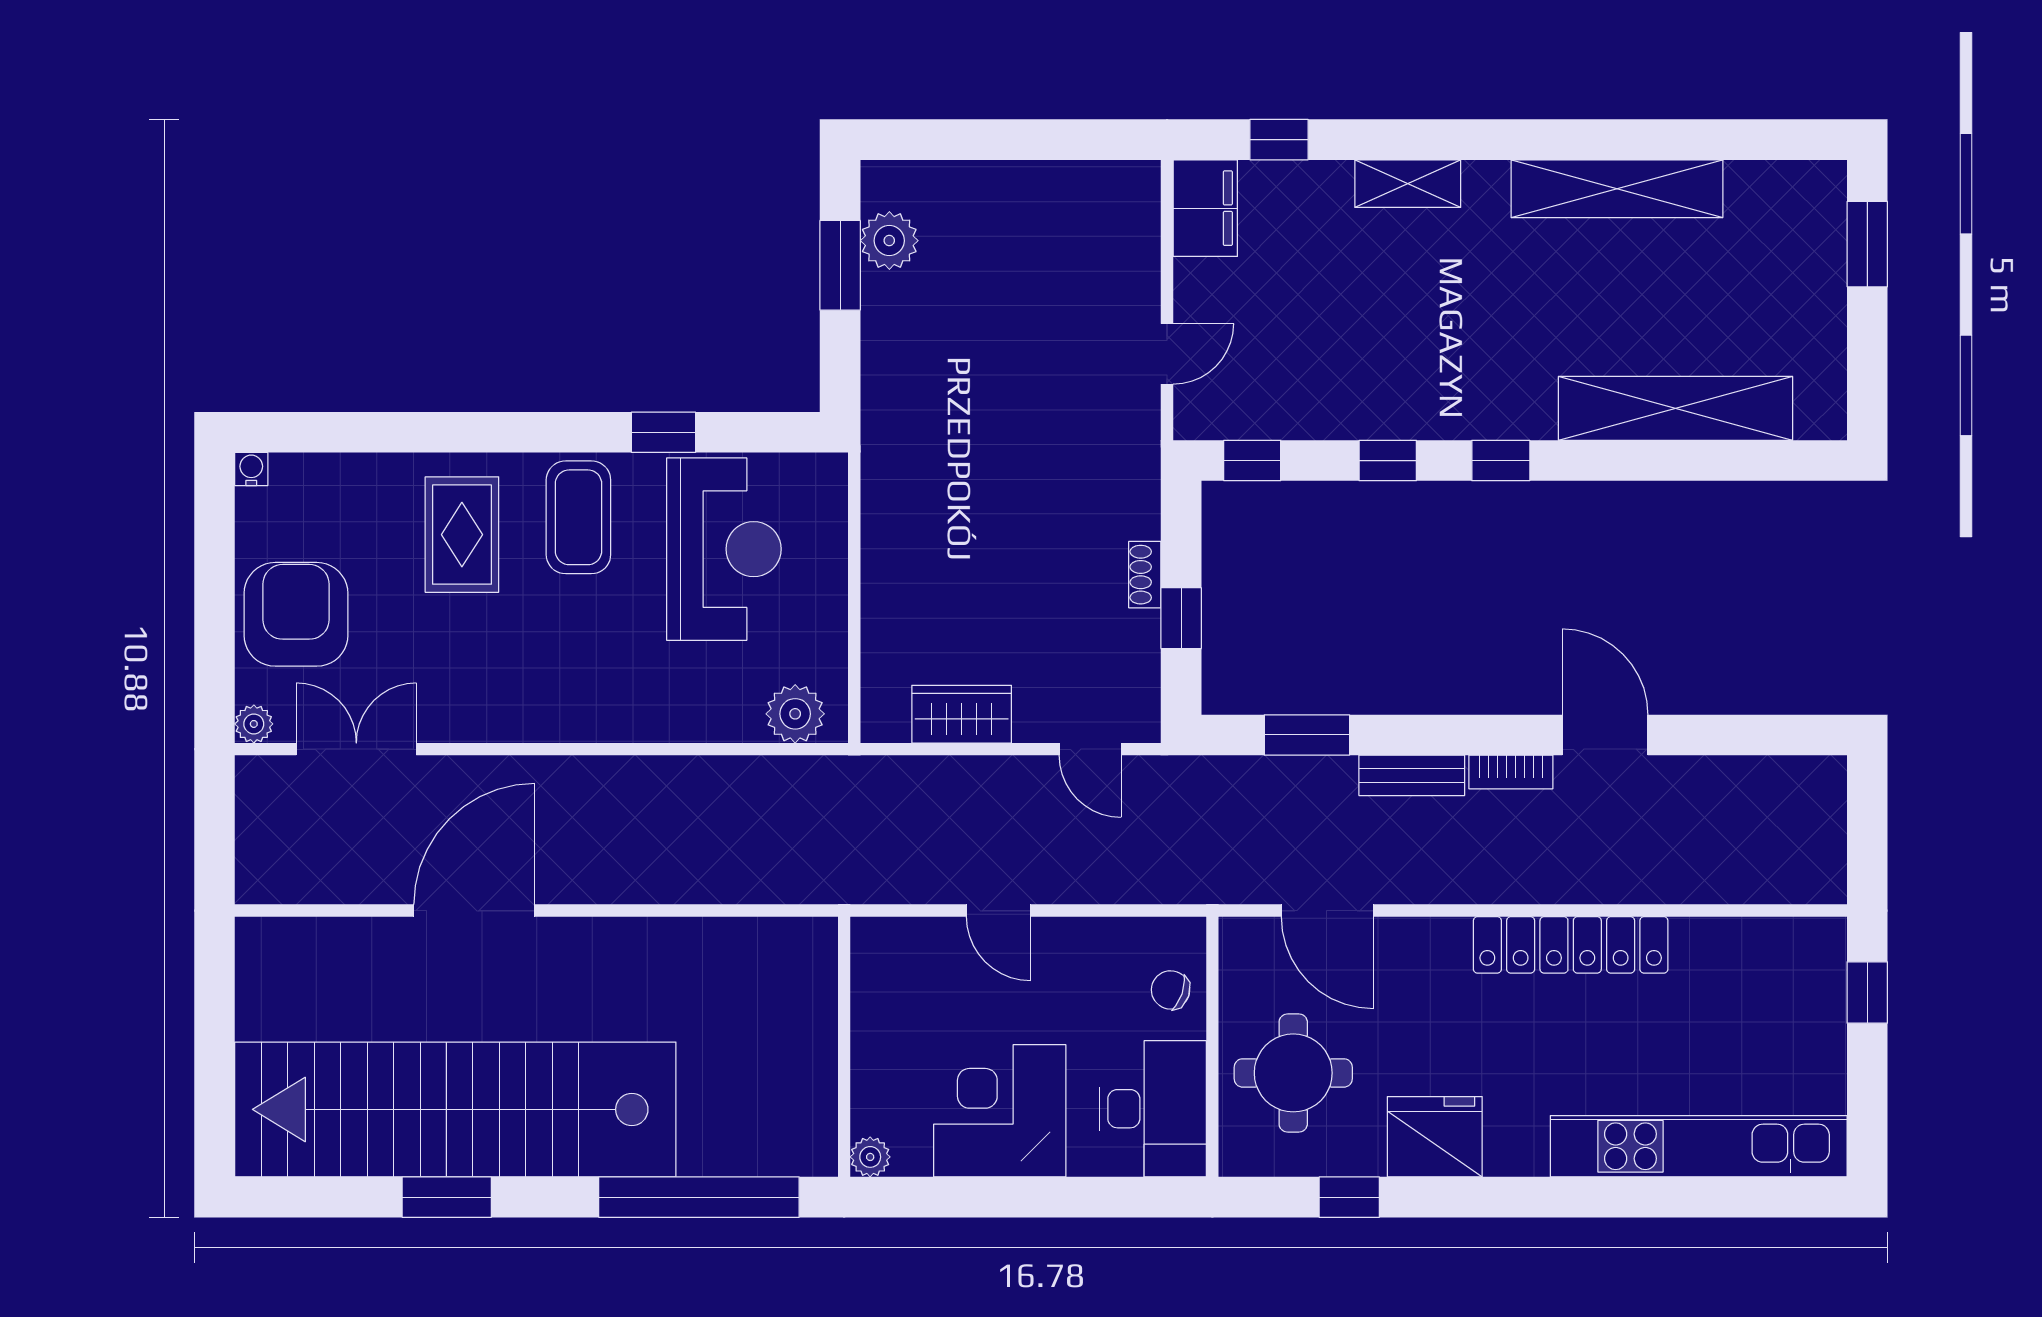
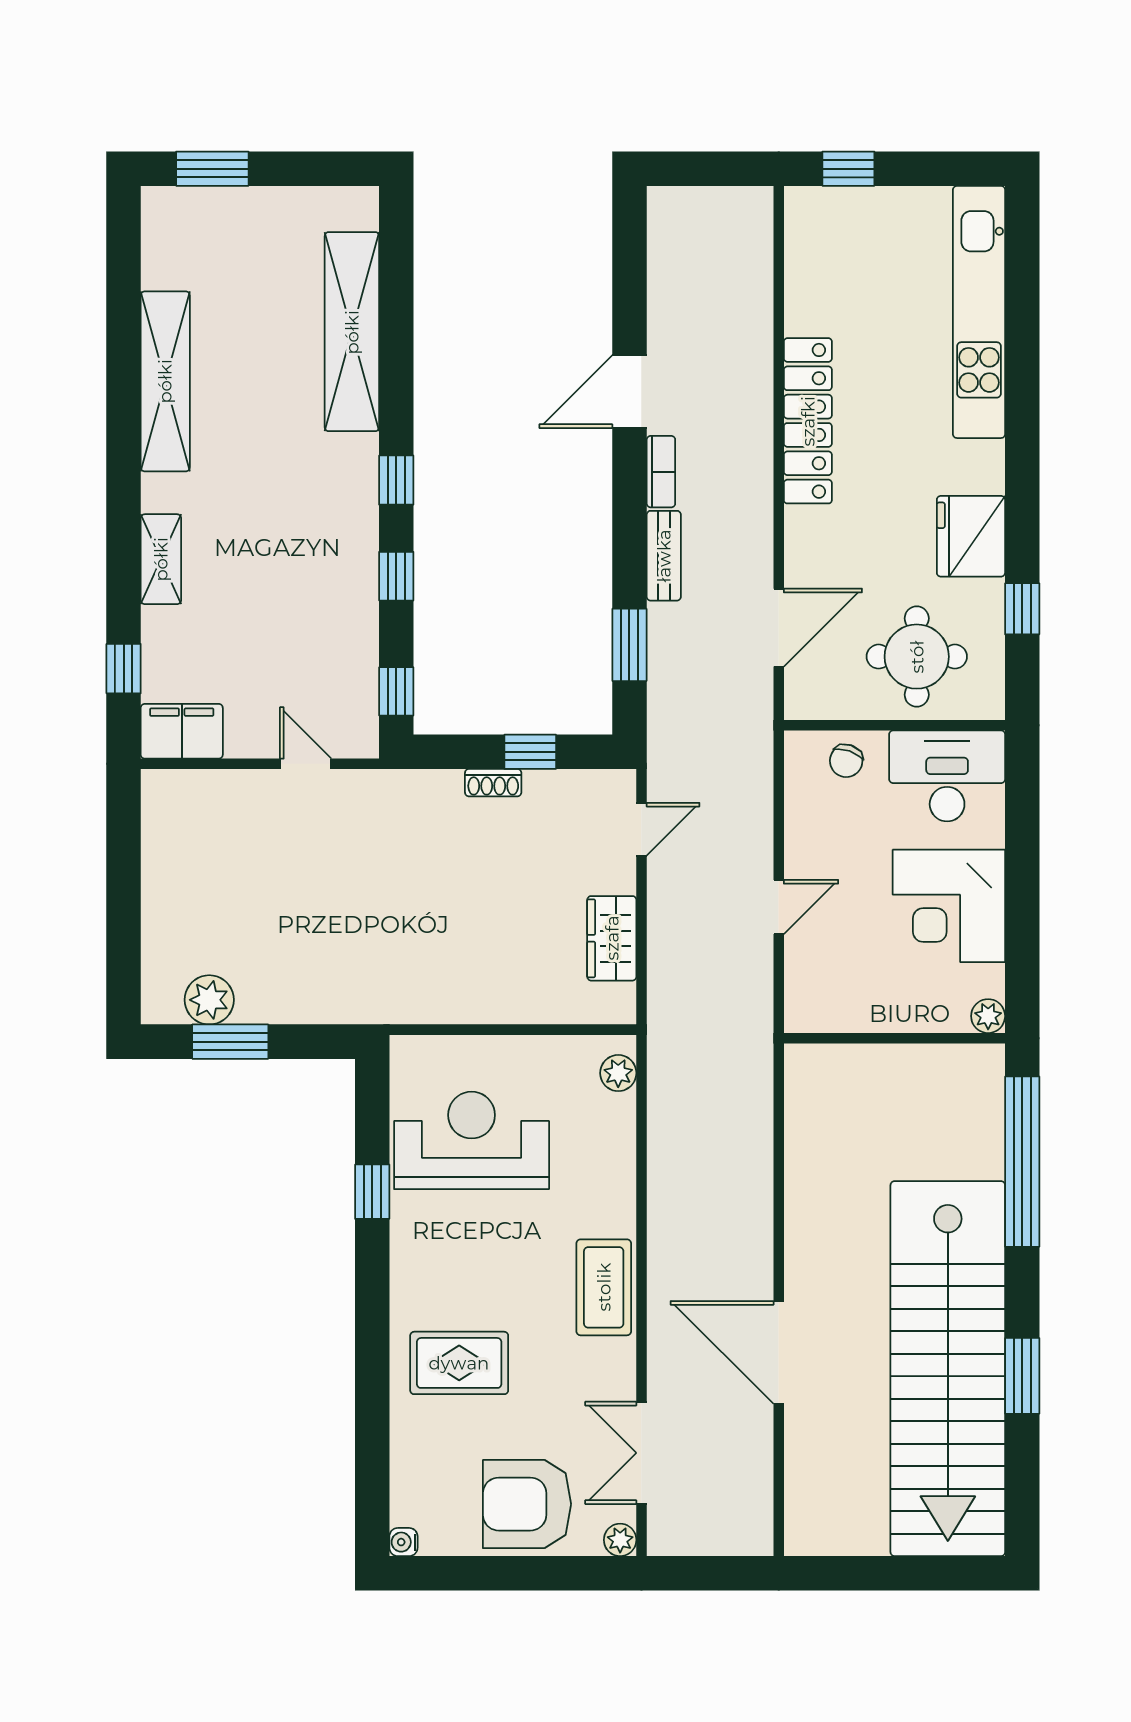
coffee table: (578, 517) -> (604, 1287), moved, turned 90
plant: (795, 714) -> (618, 1073), width x0.73, depth x0.73

